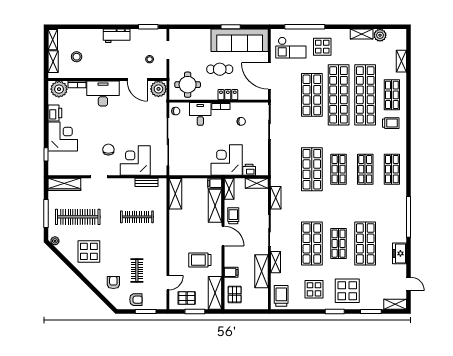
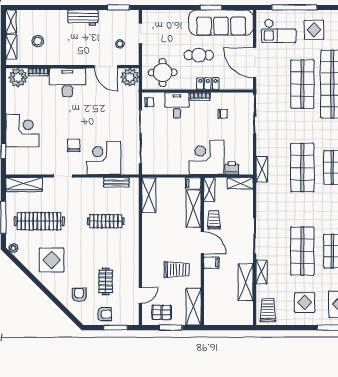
printer: (55, 113) -> (13, 104), removed
shelving: (276, 198) -> (262, 169), moved
trolley: (200, 260) -> (176, 270), turned 180
filing cabinet: (231, 272) -> (211, 263), moved
pallet: (235, 294) -> (215, 308), removed

